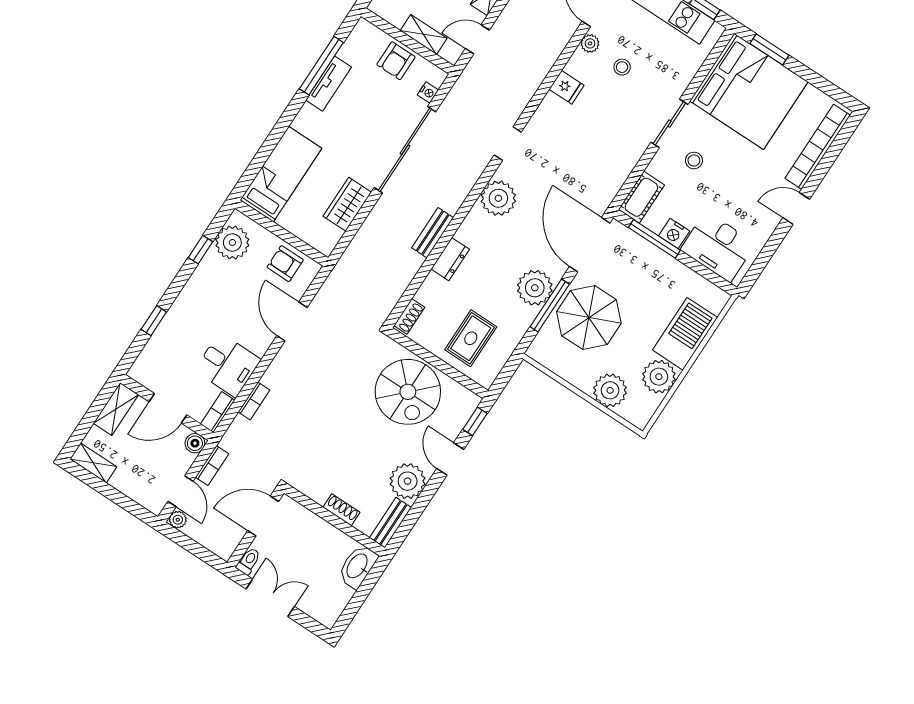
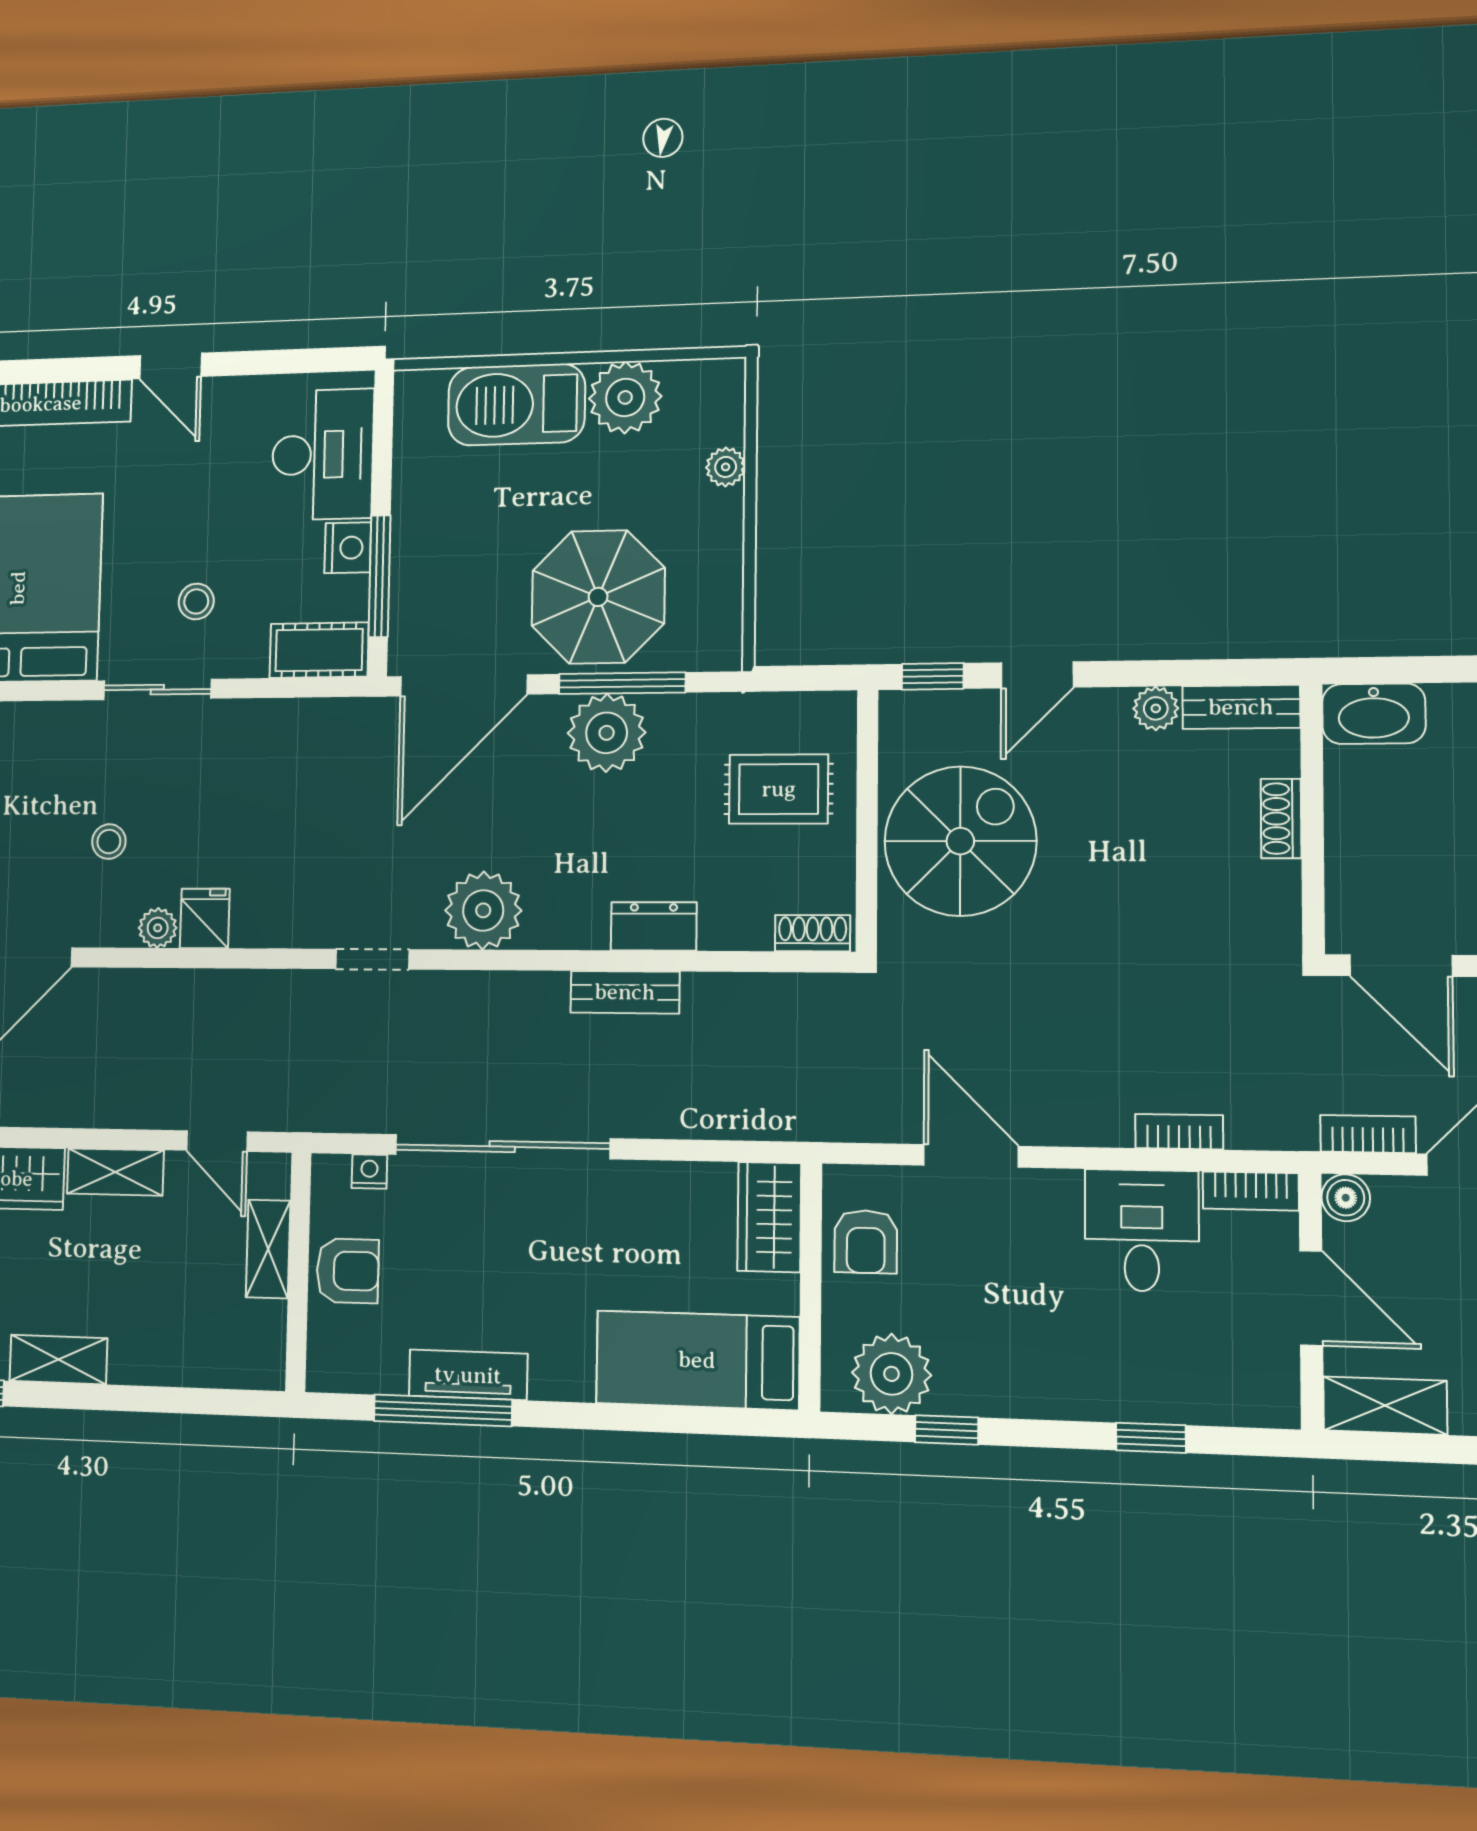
plant: (590, 43) -> (158, 928), moved
wardrobe: (347, 204) -> (769, 1217), moved, turned 90
door: (292, 322) -> (971, 1156), swing flipped
plant: (610, 390) -> (726, 467), width x0.53, depth x0.53
plant: (408, 481) -> (1156, 708), width x0.53, depth x0.53

